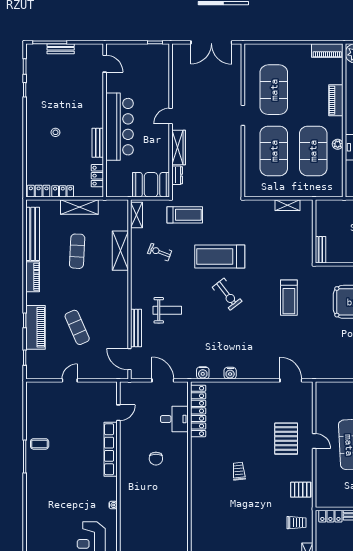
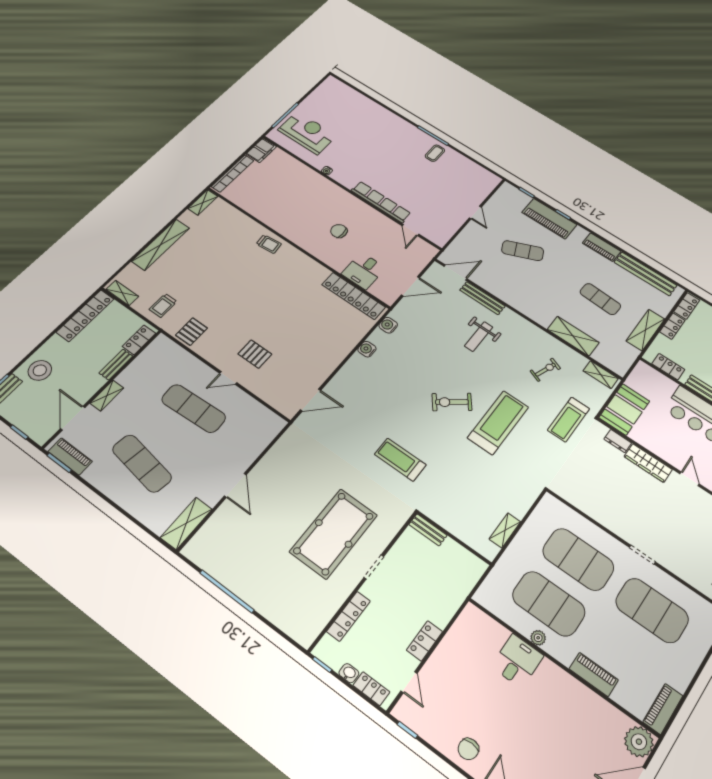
pallet: (286, 439) -> (255, 354), width x0.67, depth x0.71
trolley: (239, 471) -> (269, 244), moved

